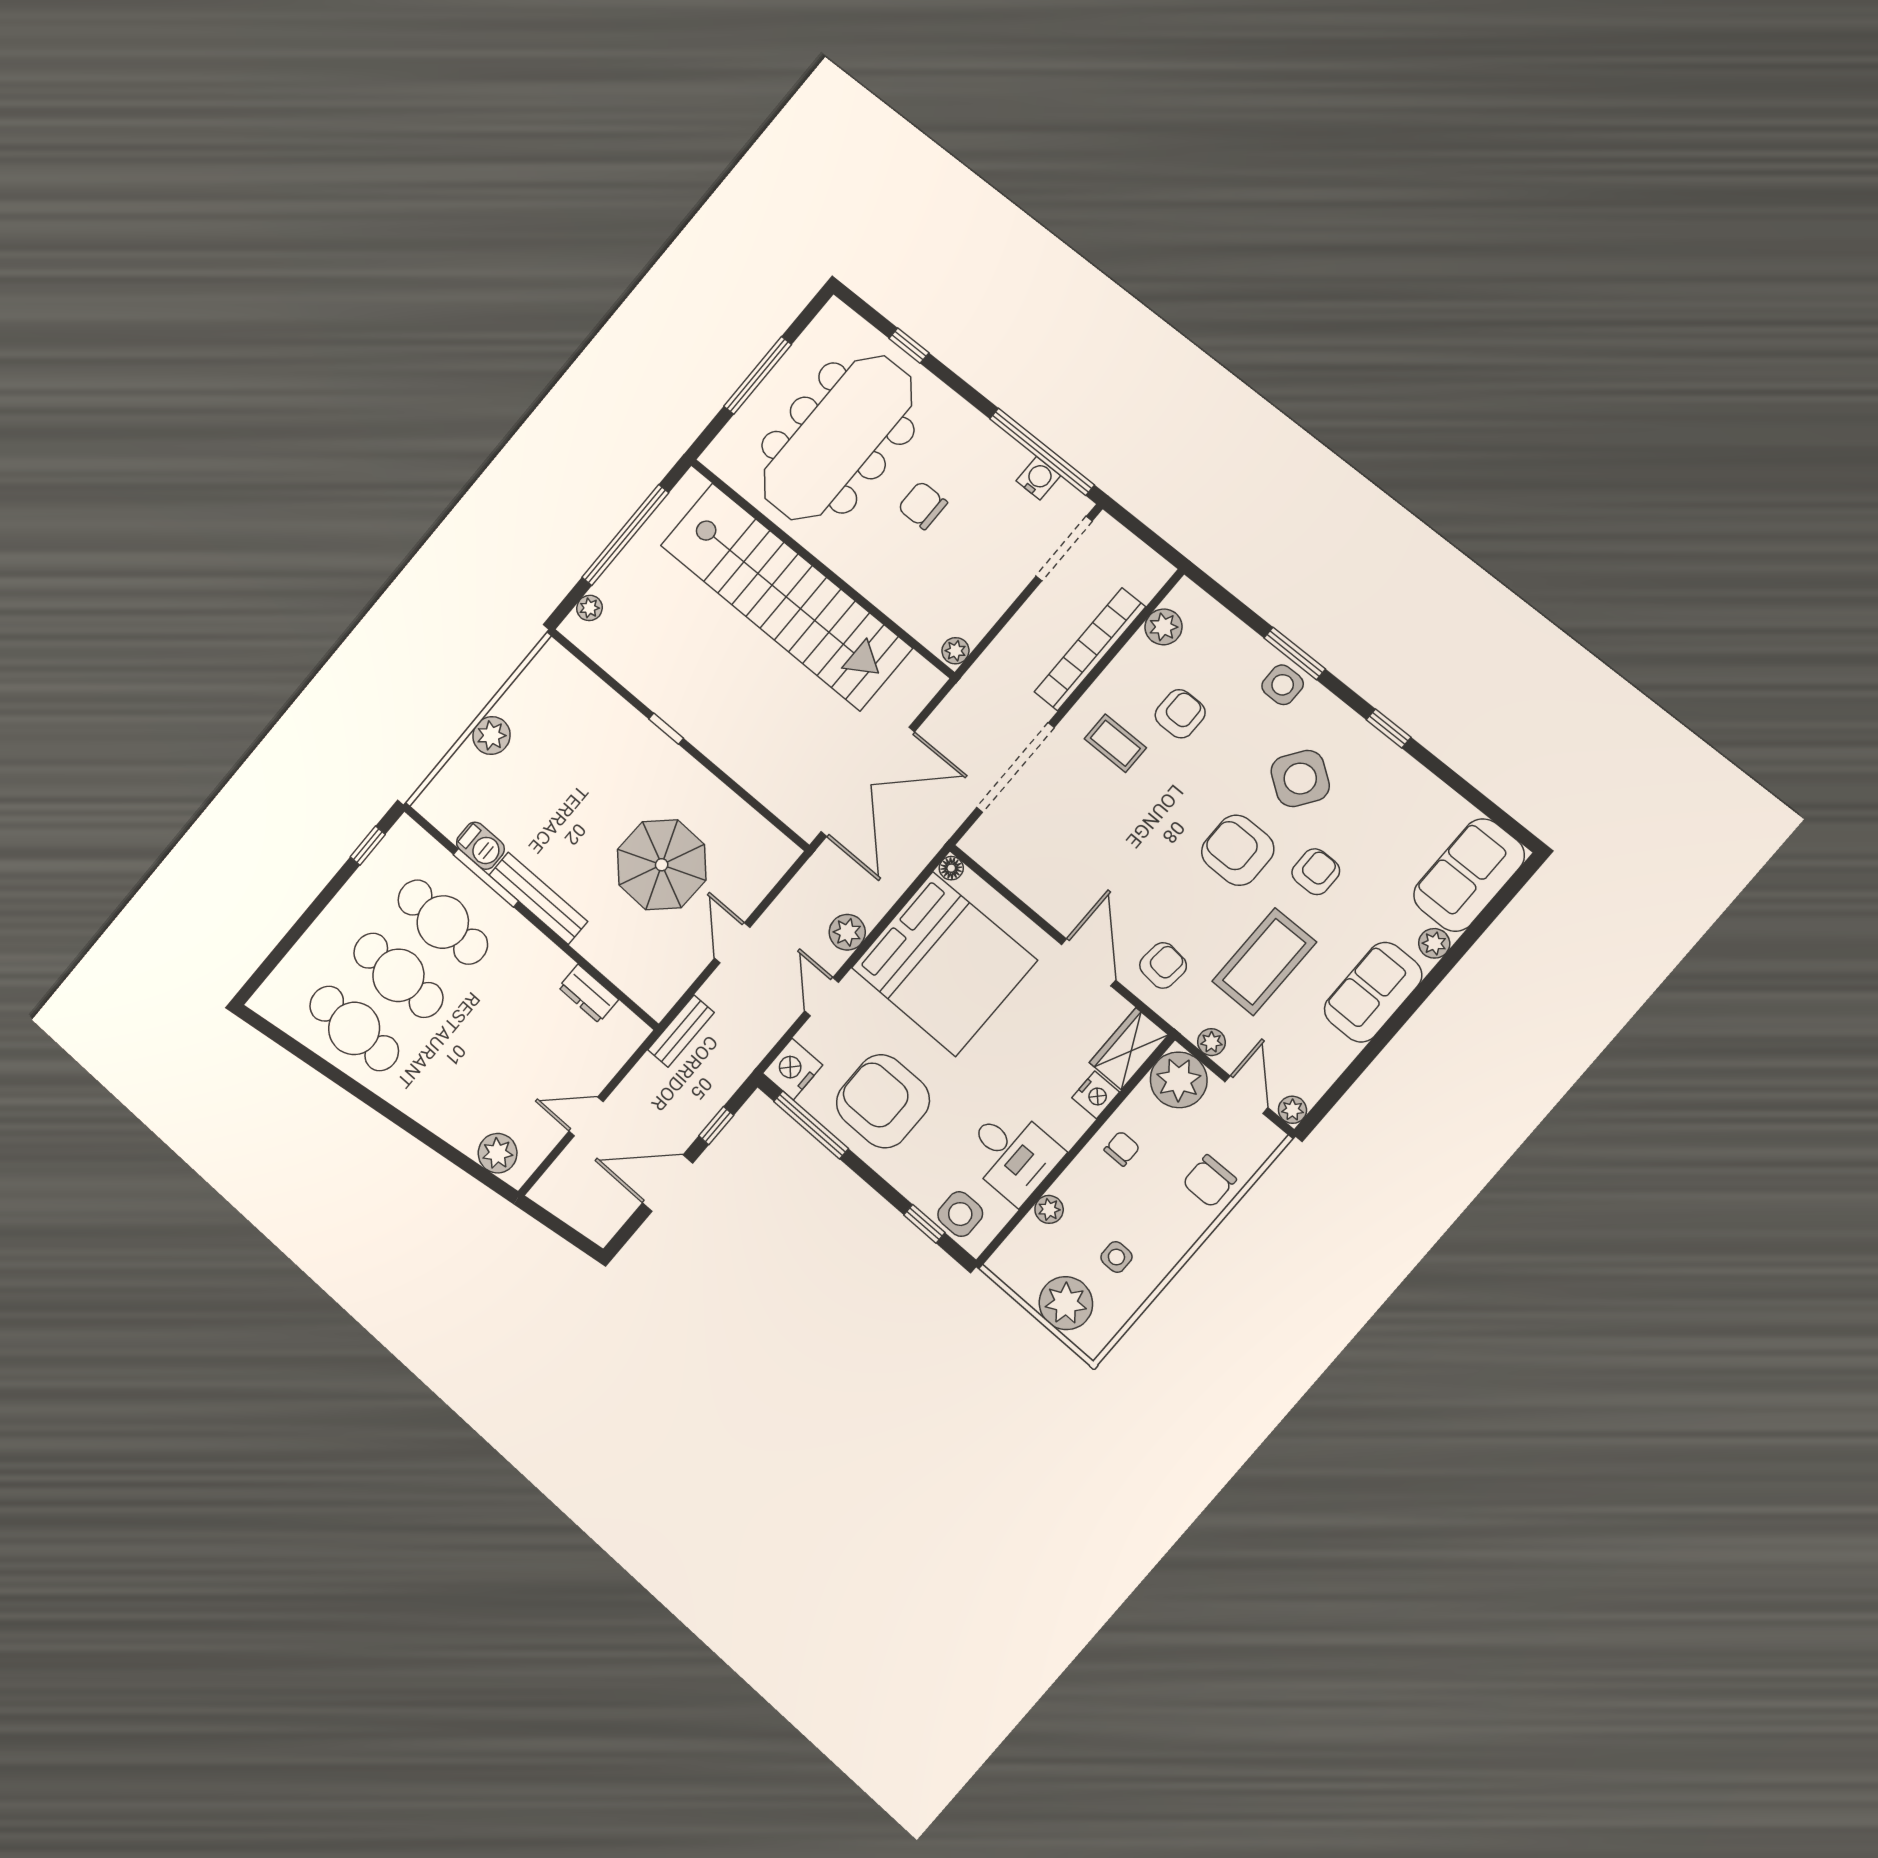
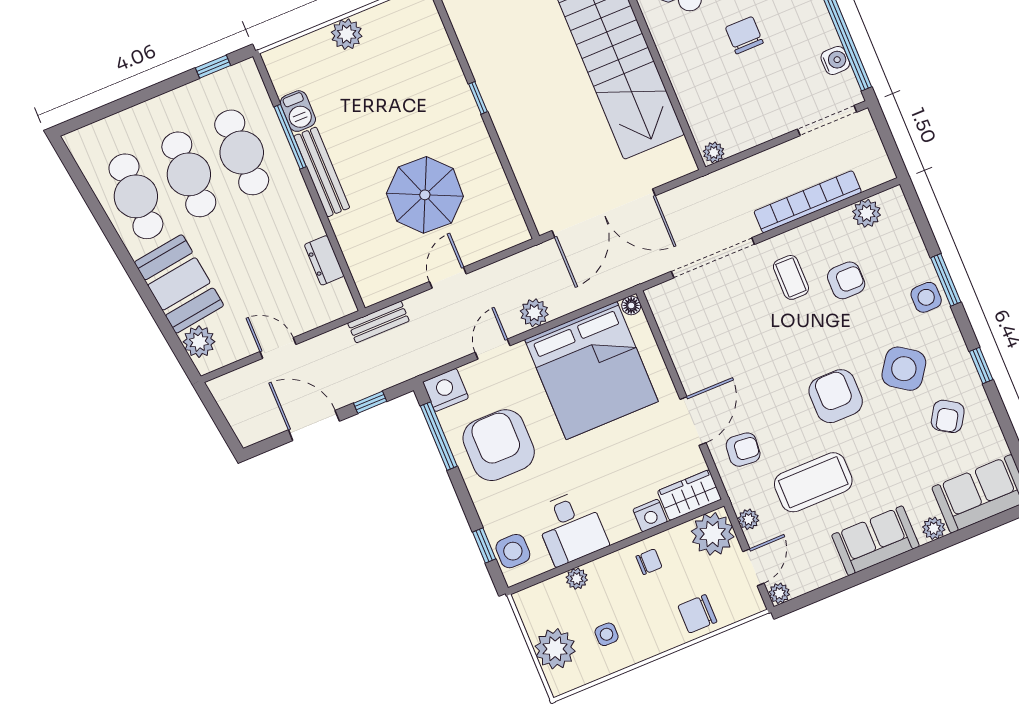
armchair: (1316, 872) -> (948, 416), moved, turned 122
booth: (446, 1100) -> (179, 284), added

